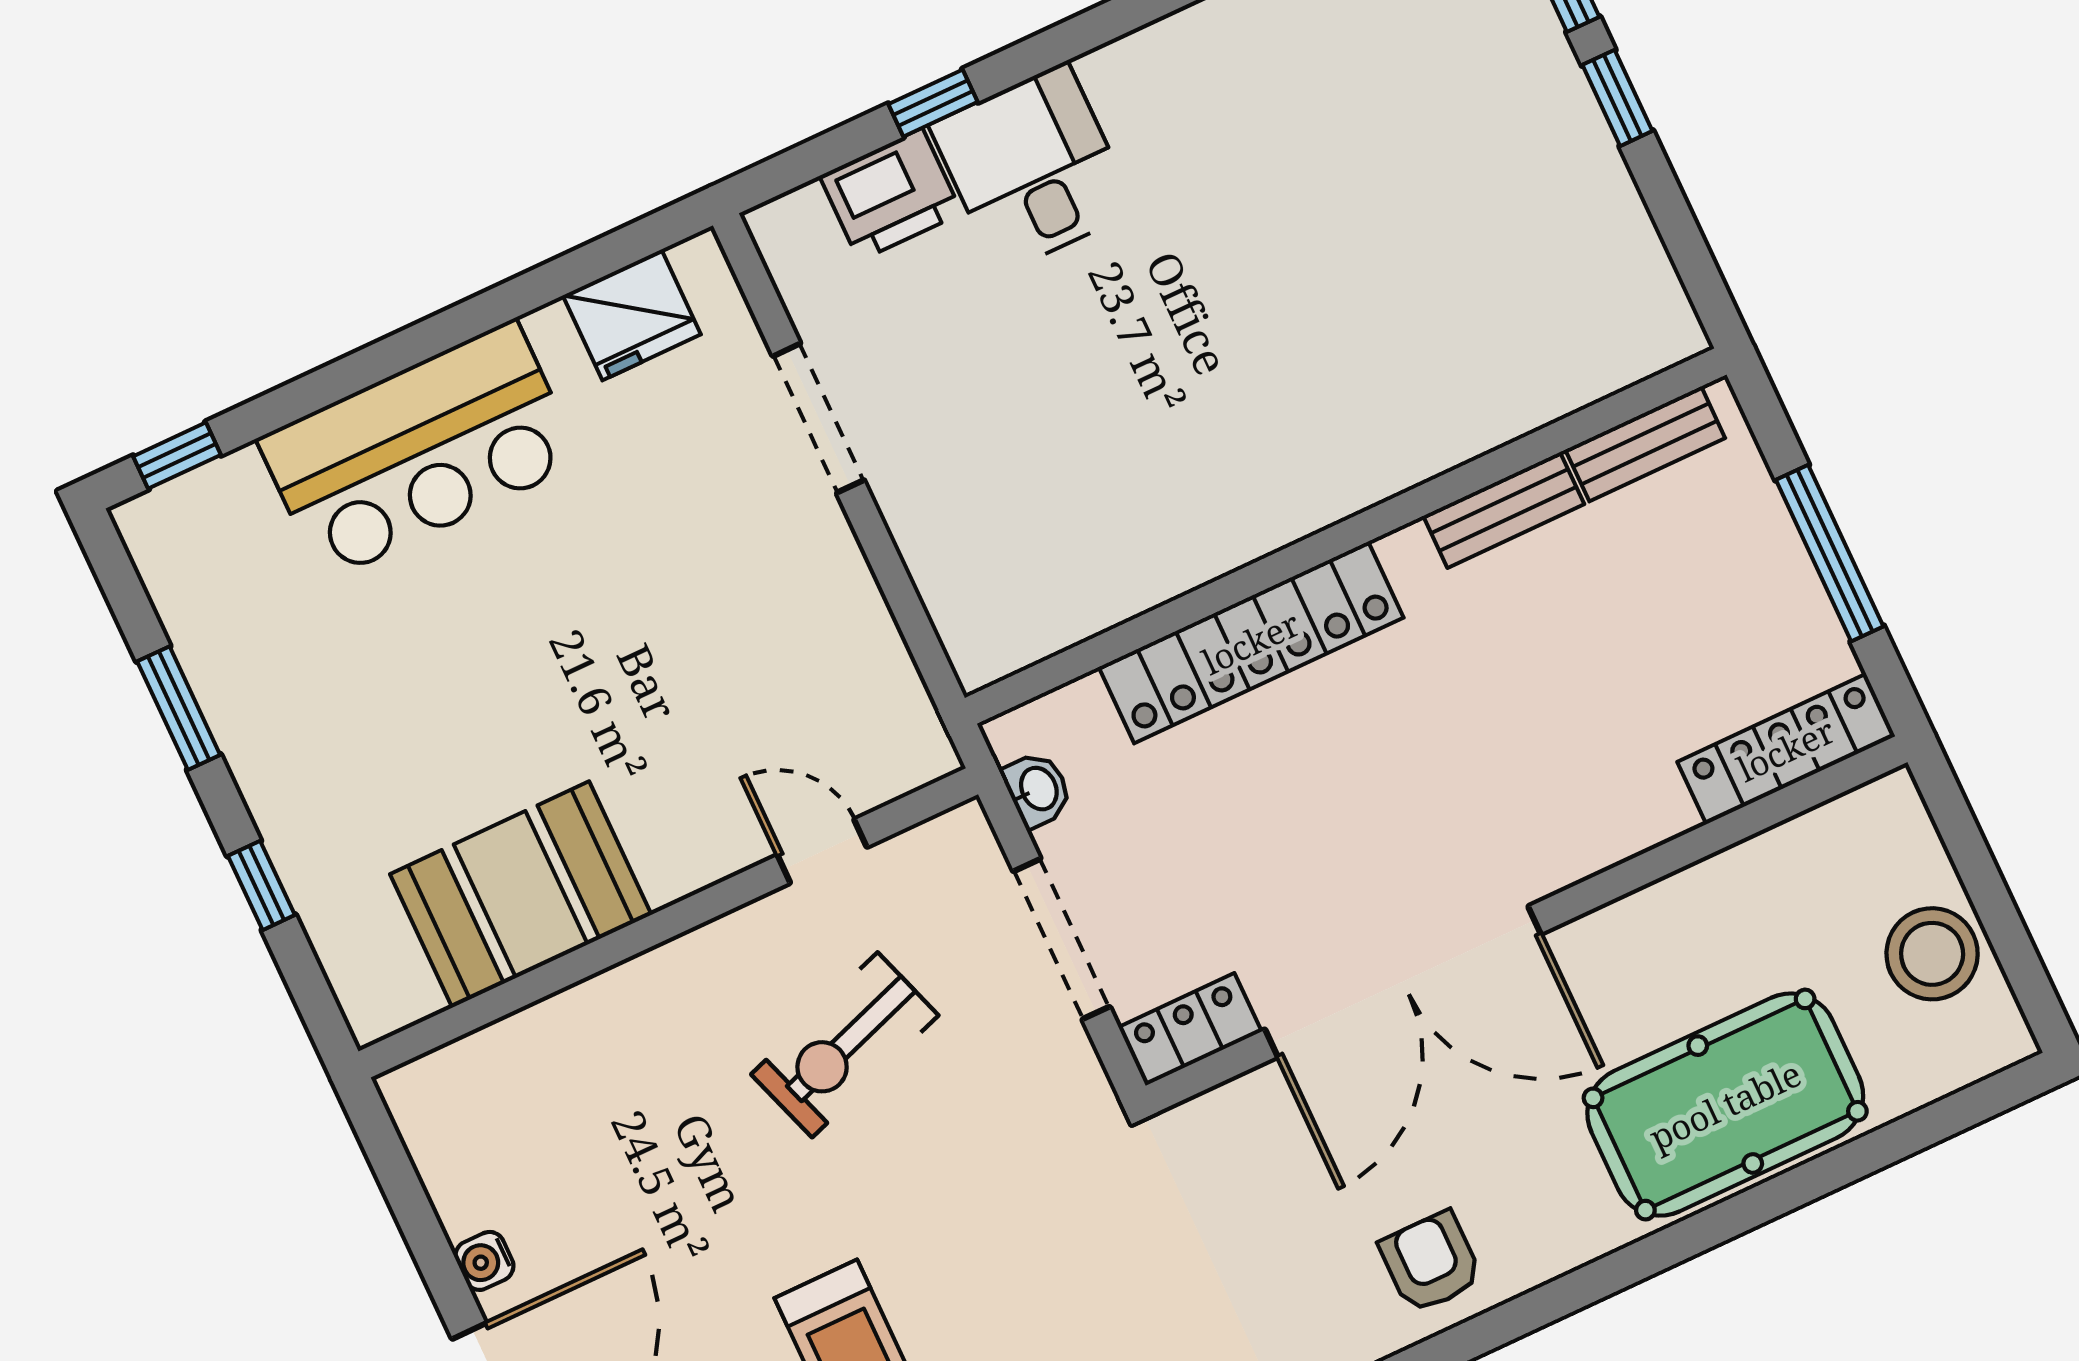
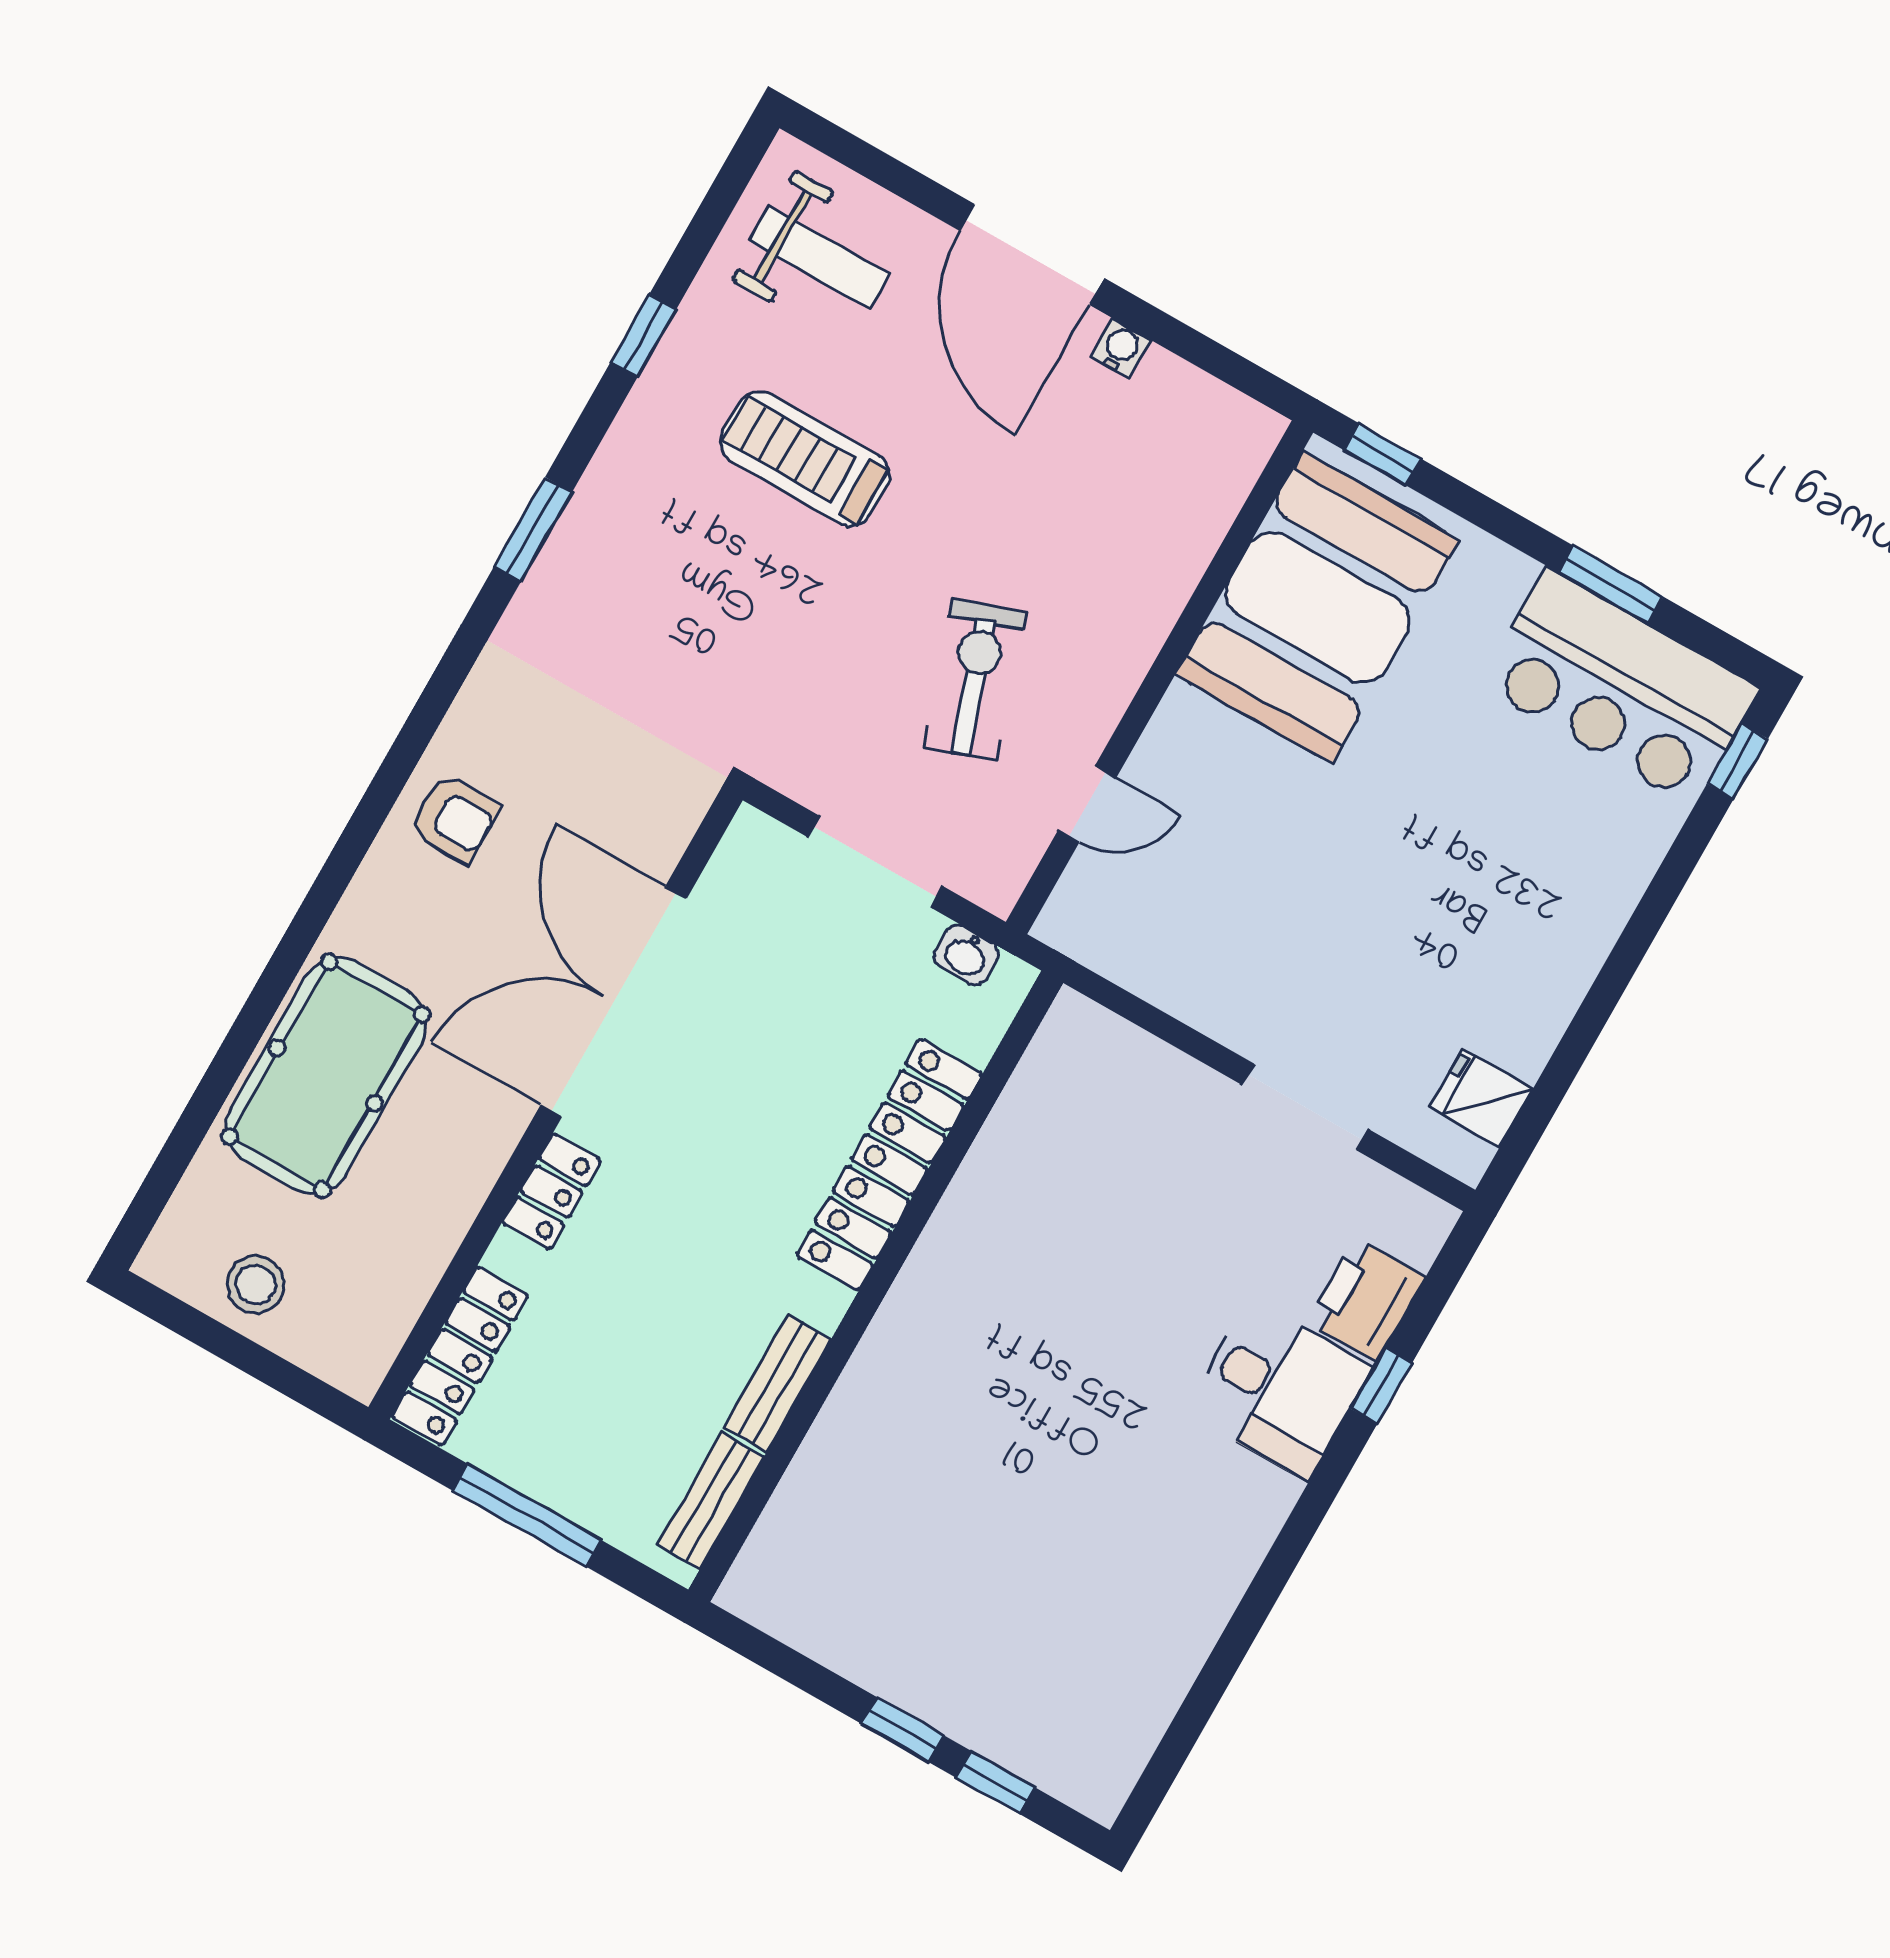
fridge: (632, 315) -> (1481, 1098), width x0.72
bar counter: (419, 450) -> (1619, 686), moved, turned -90
window: (261, 885) -> (1383, 455), moved
booth: (521, 895) -> (1318, 607), width x1.36, depth x1.42
stool: (1932, 954) -> (255, 1285), width x0.73, depth x0.73
locker: (1190, 1029) -> (552, 1192), moved

